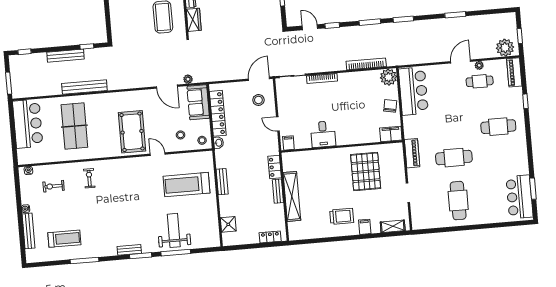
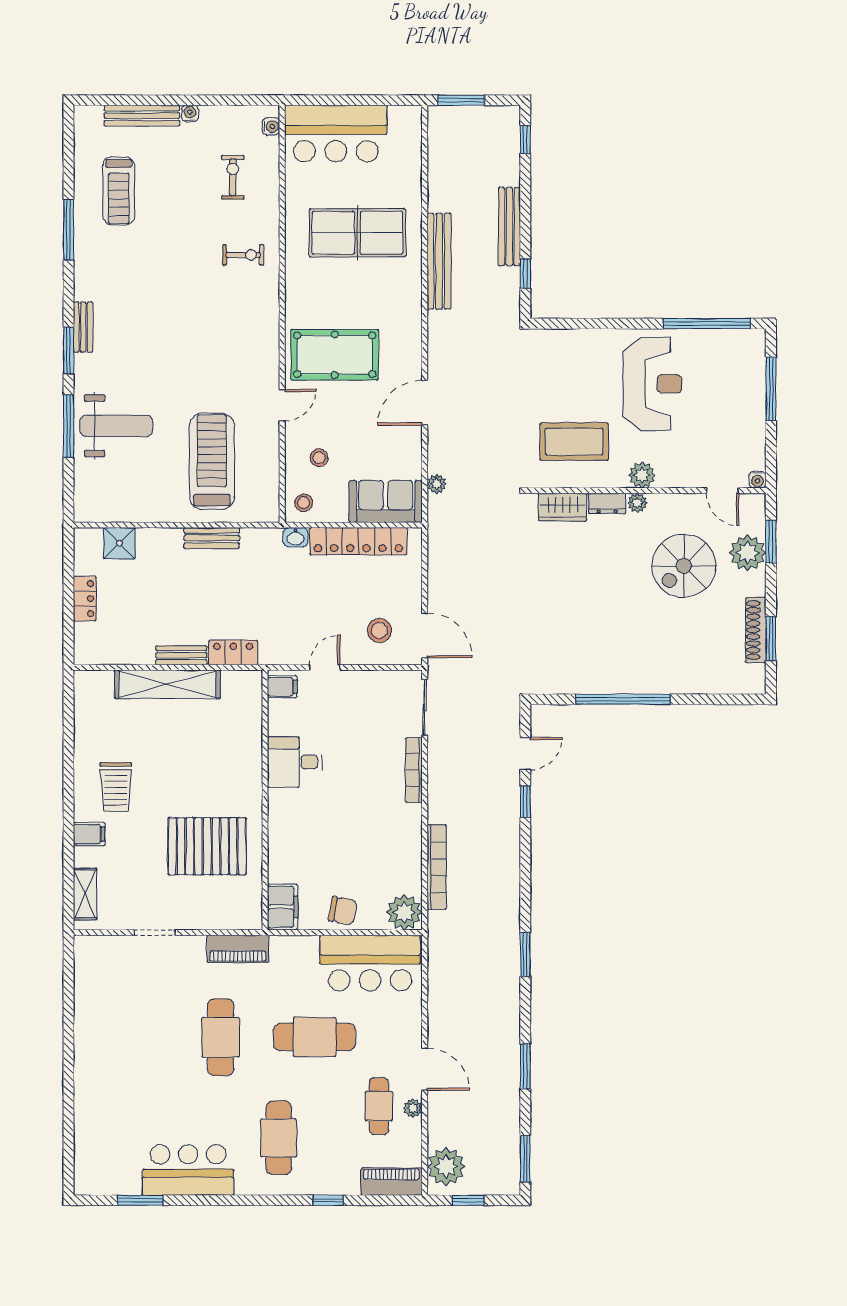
window: (370, 22) -> (525, 1159), moved
door: (167, 87) -> (425, 403), moved
bar counter: (28, 124) -> (336, 134), moved
bar counter: (519, 197) -> (188, 1170), moved
cafe table: (458, 201) -> (315, 1037), moved
locker: (270, 237) -> (85, 599), moved

